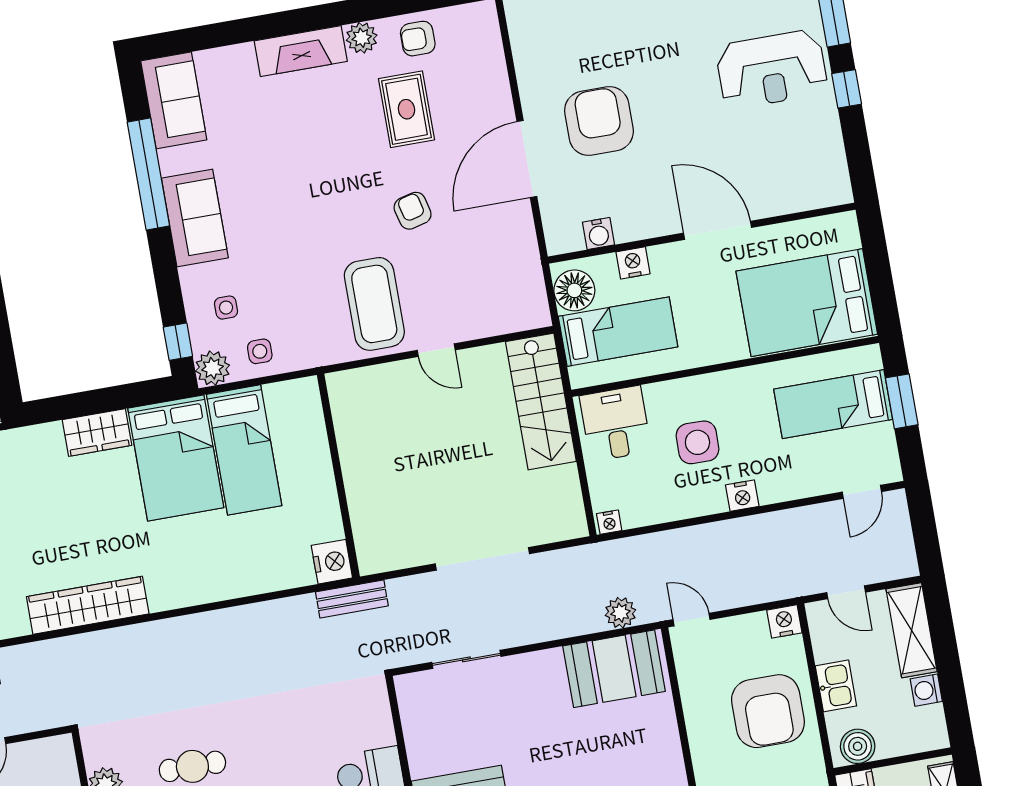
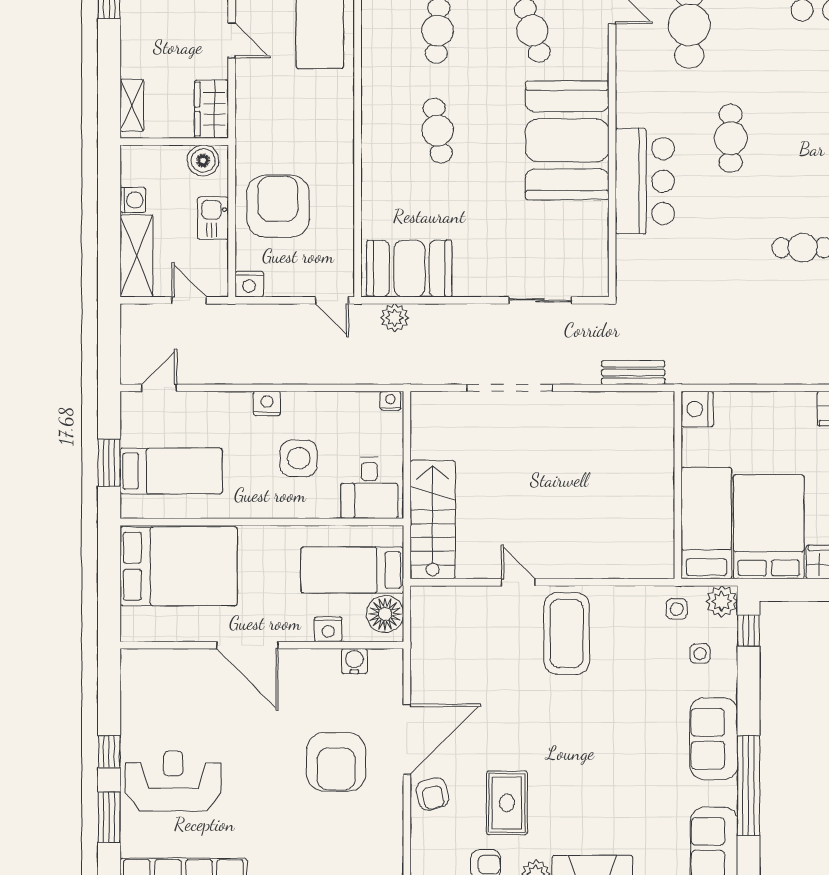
armchair: (413, 211) -> (432, 794), moved
wall: (338, 476) -> (678, 485), moved
nightstand: (332, 562) -> (697, 409), moved

